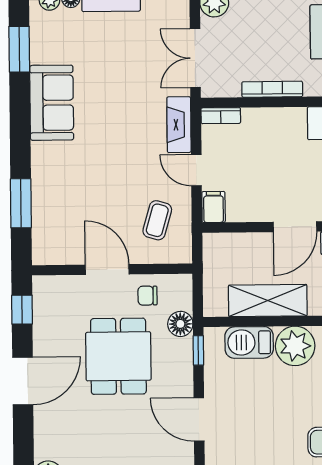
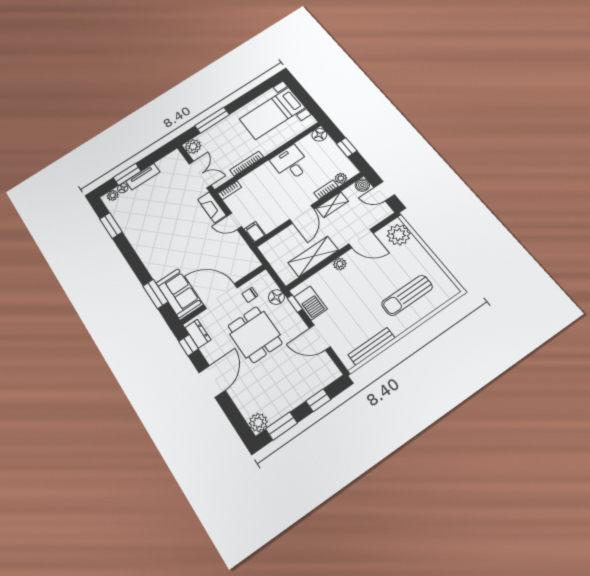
double door: (195, 58) -> (200, 174), swing flipped
sofa: (52, 103) -> (178, 293), moved
coffee table: (157, 220) -> (231, 256), removed
door: (107, 270) -> (220, 296), width x1.36
dresser: (44, 302) -> (198, 334), added
barbecue: (249, 342) -> (311, 303), moved, turned -90
plant: (295, 346) -> (340, 264), width x0.53, depth x0.53

